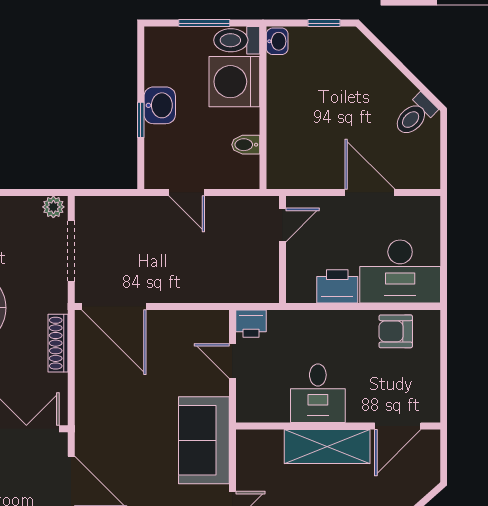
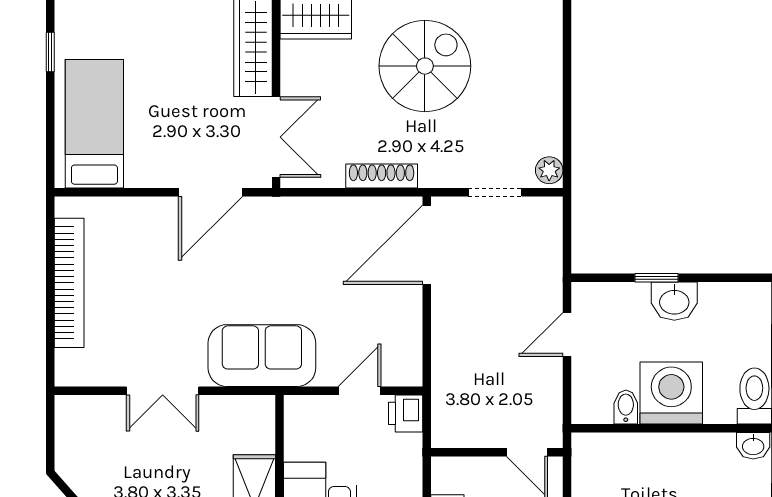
washing machine: (234, 82) -> (671, 393), moved
doorway: (71, 251) -> (495, 192), width x0.73

